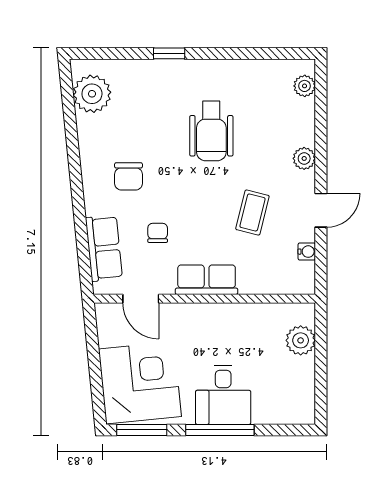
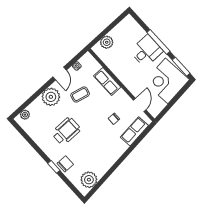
plant: (304, 158) -> (51, 97), width x1.87, depth x1.87
chair: (129, 176) -> (65, 164), moved
door: (321, 210) -> (60, 73), swing flipped
row of seats: (207, 280) -> (107, 81), moved

